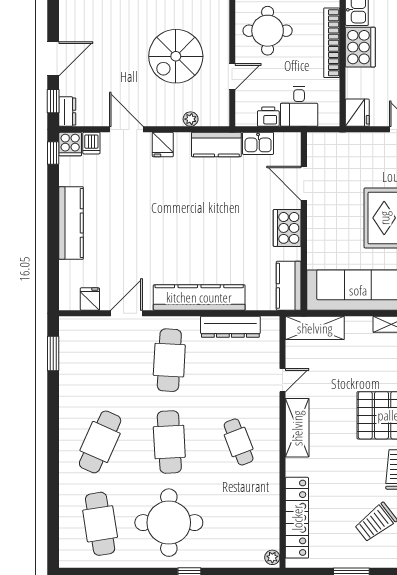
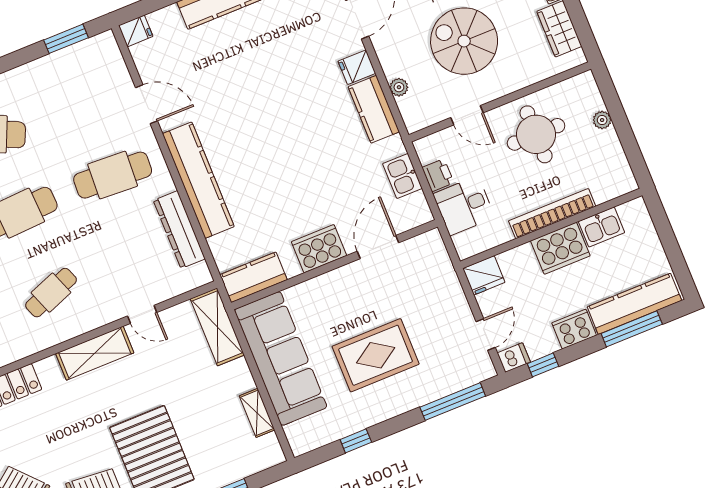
kitchen counter: (216, 145) -> (374, 109), moved
fridge: (90, 299) -> (136, 31), moved

